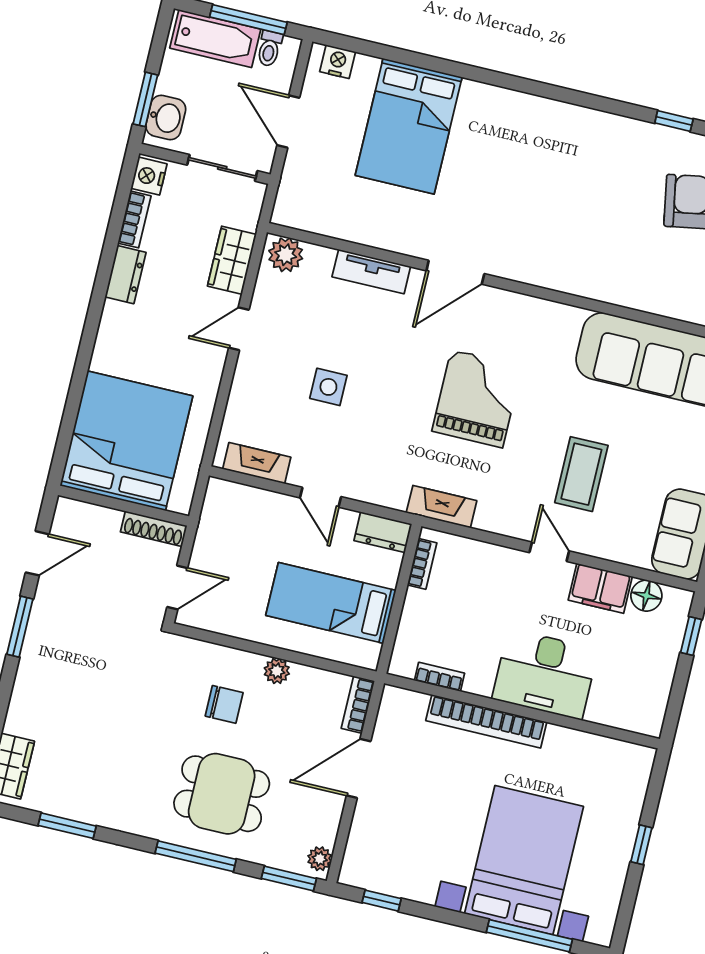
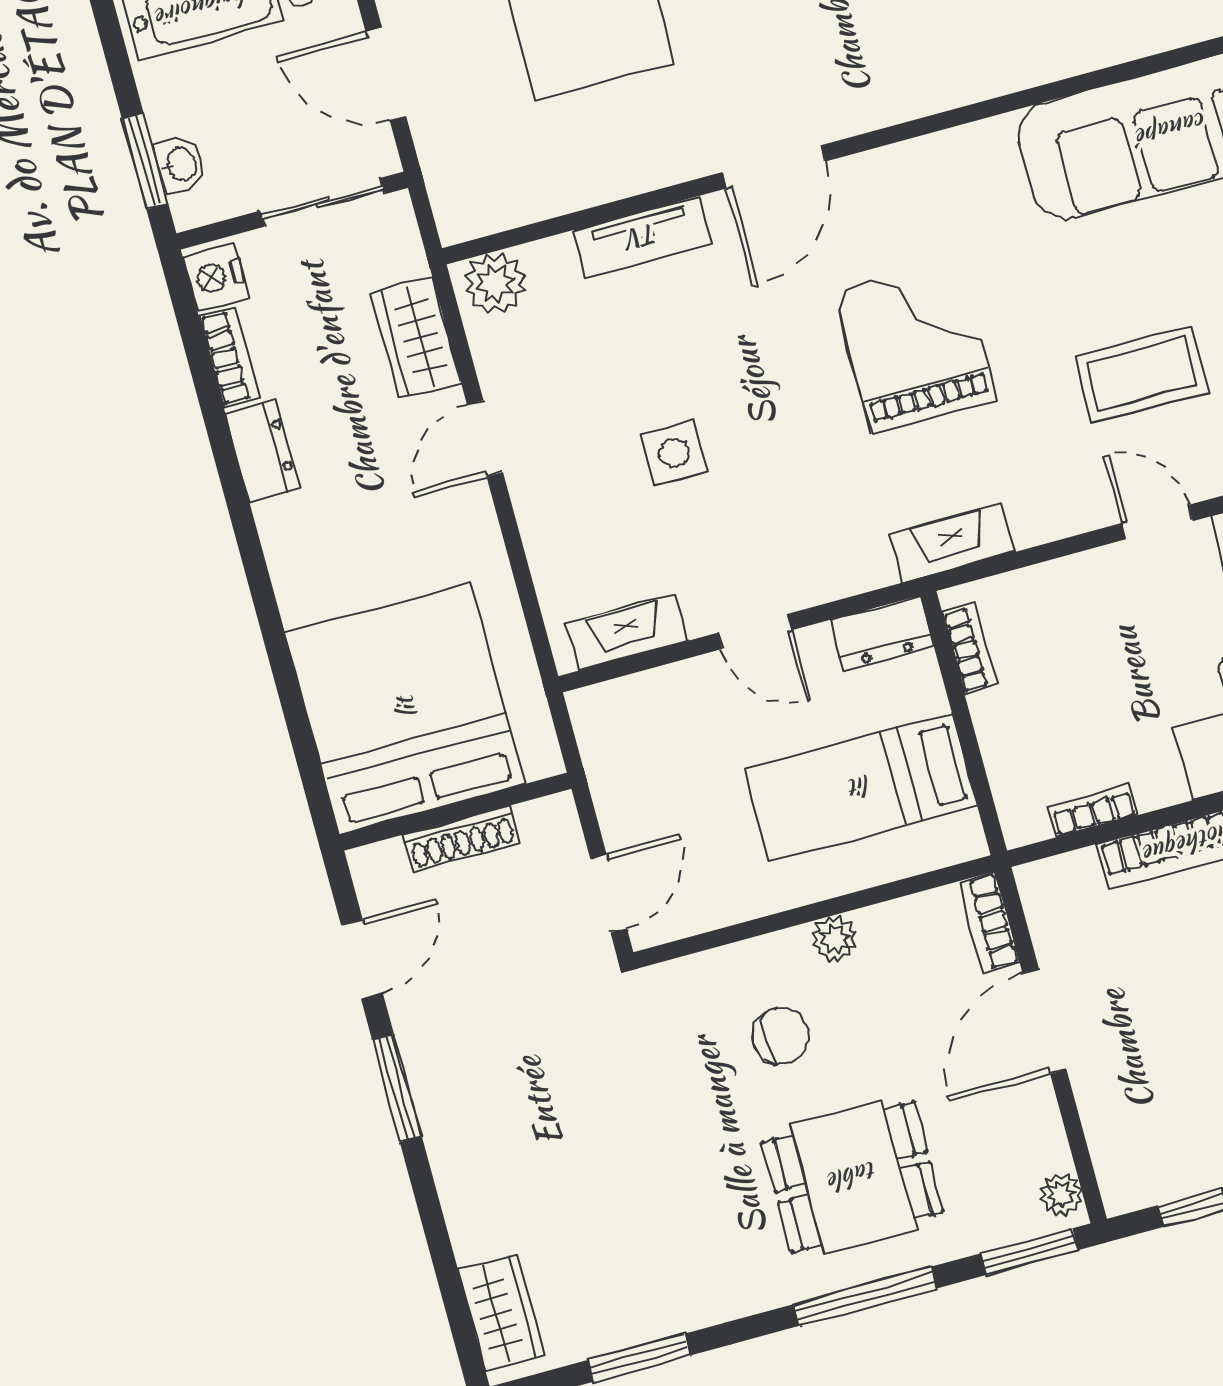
washbasin: (166, 118) -> (180, 164), width x0.72, depth x0.69
coffee table: (581, 474) -> (1142, 374), turned 90
shoe rack: (154, 529) -> (461, 839), moved

